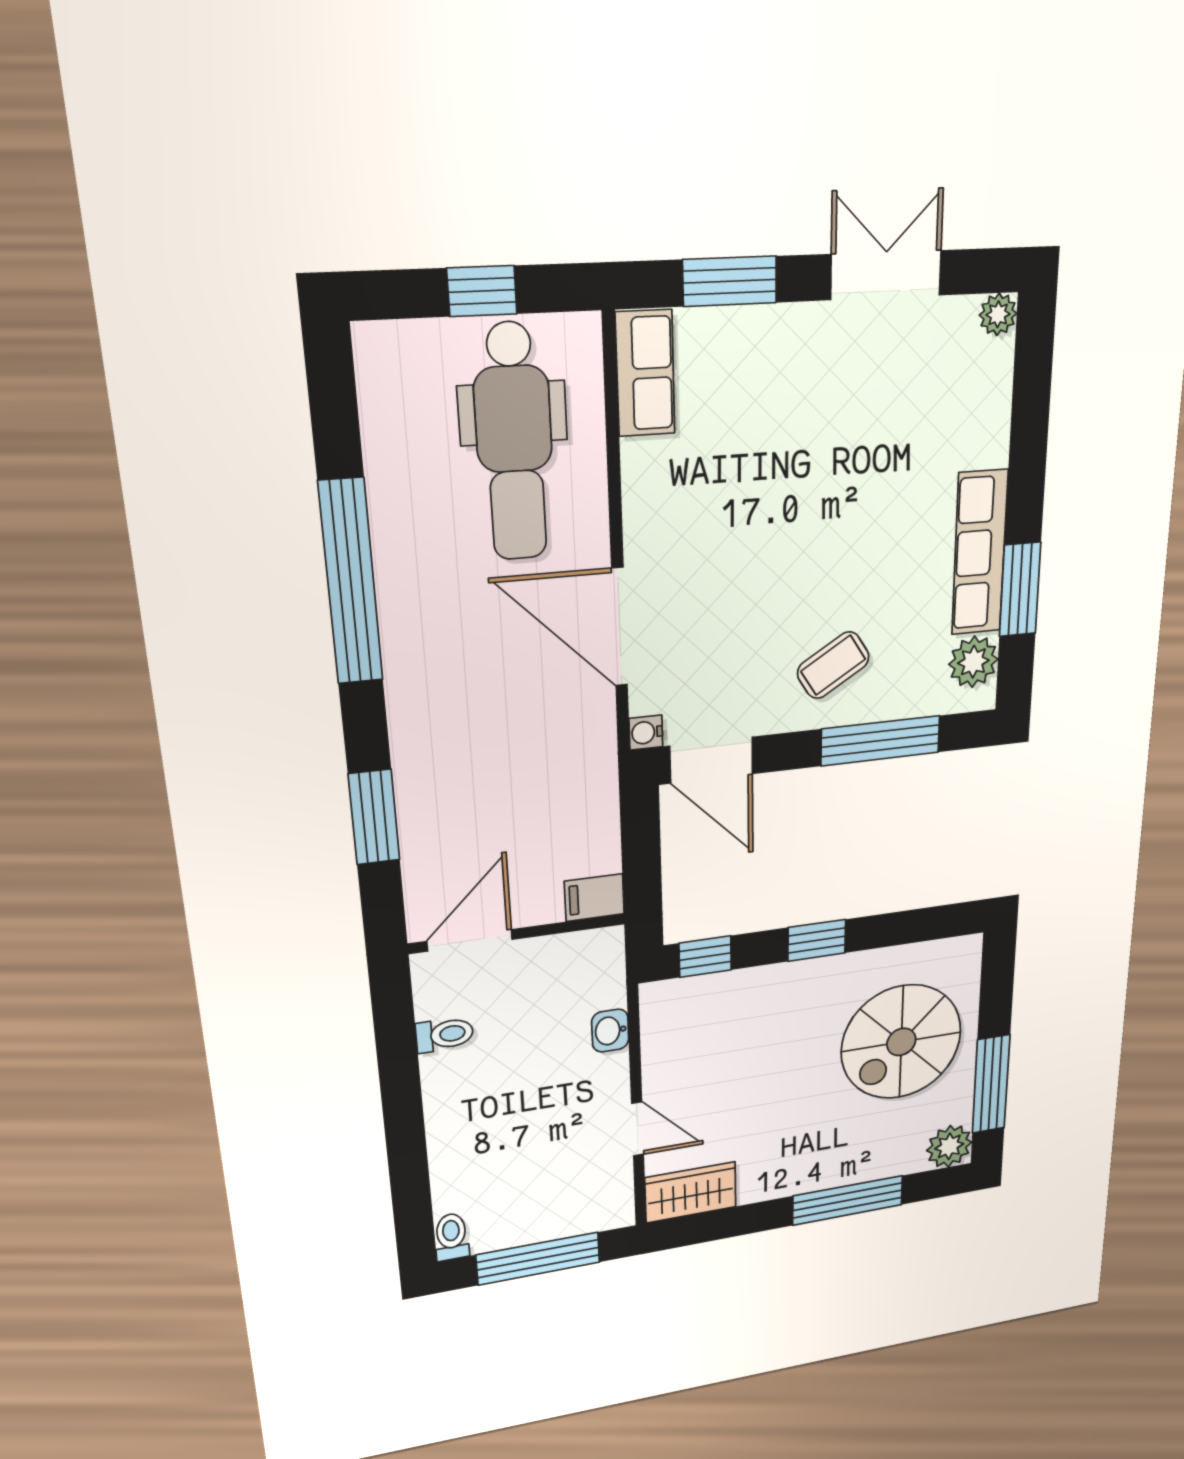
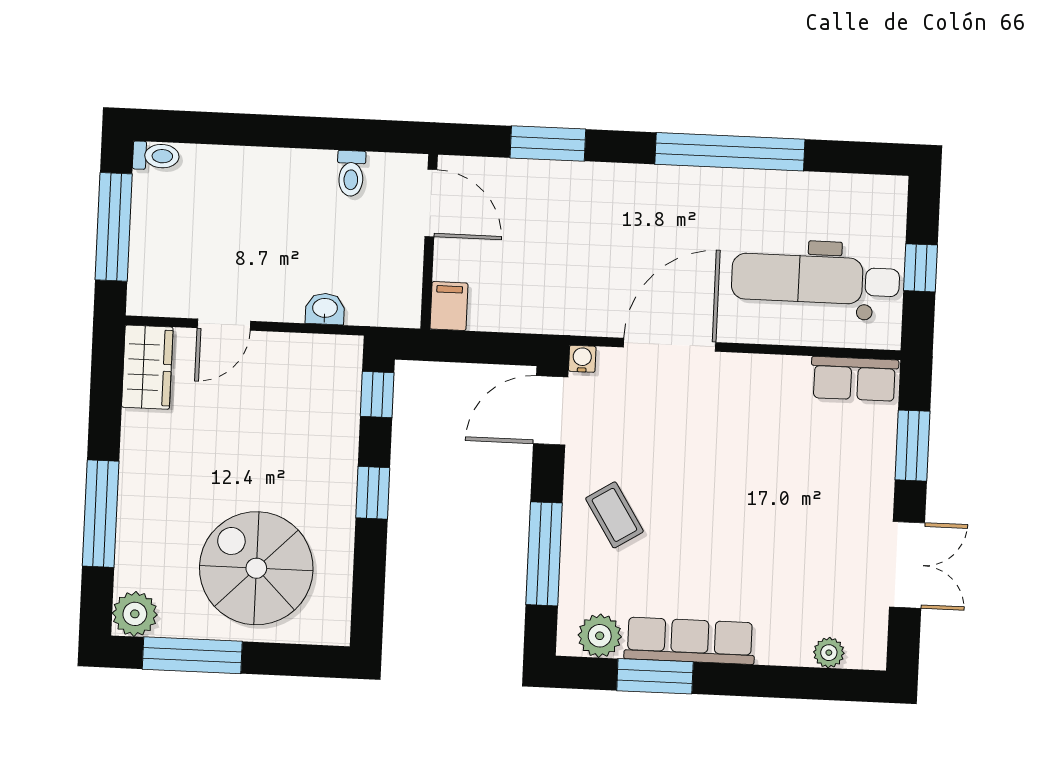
plant: (998, 314) -> (829, 653), moved

